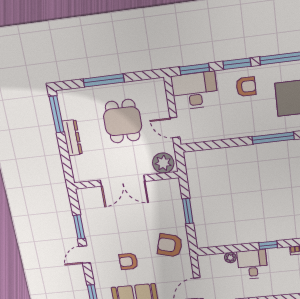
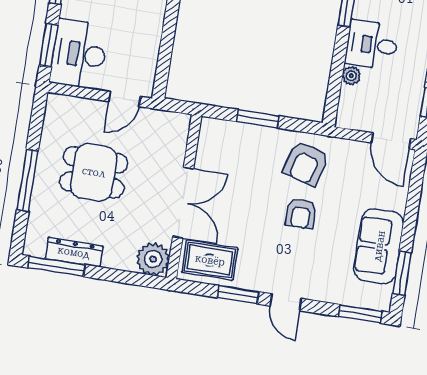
dresser: (72, 138) -> (74, 252), moved
plant: (163, 163) -> (153, 259), moved
rug: (94, 205) -> (210, 260), added
armchair: (128, 261) -> (301, 214), moved

